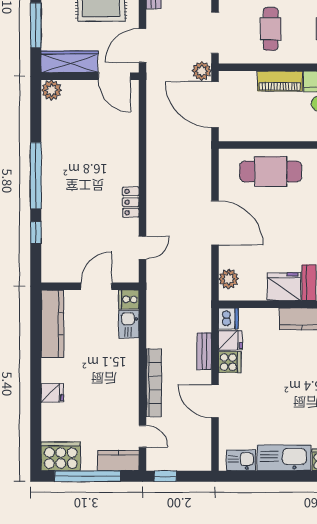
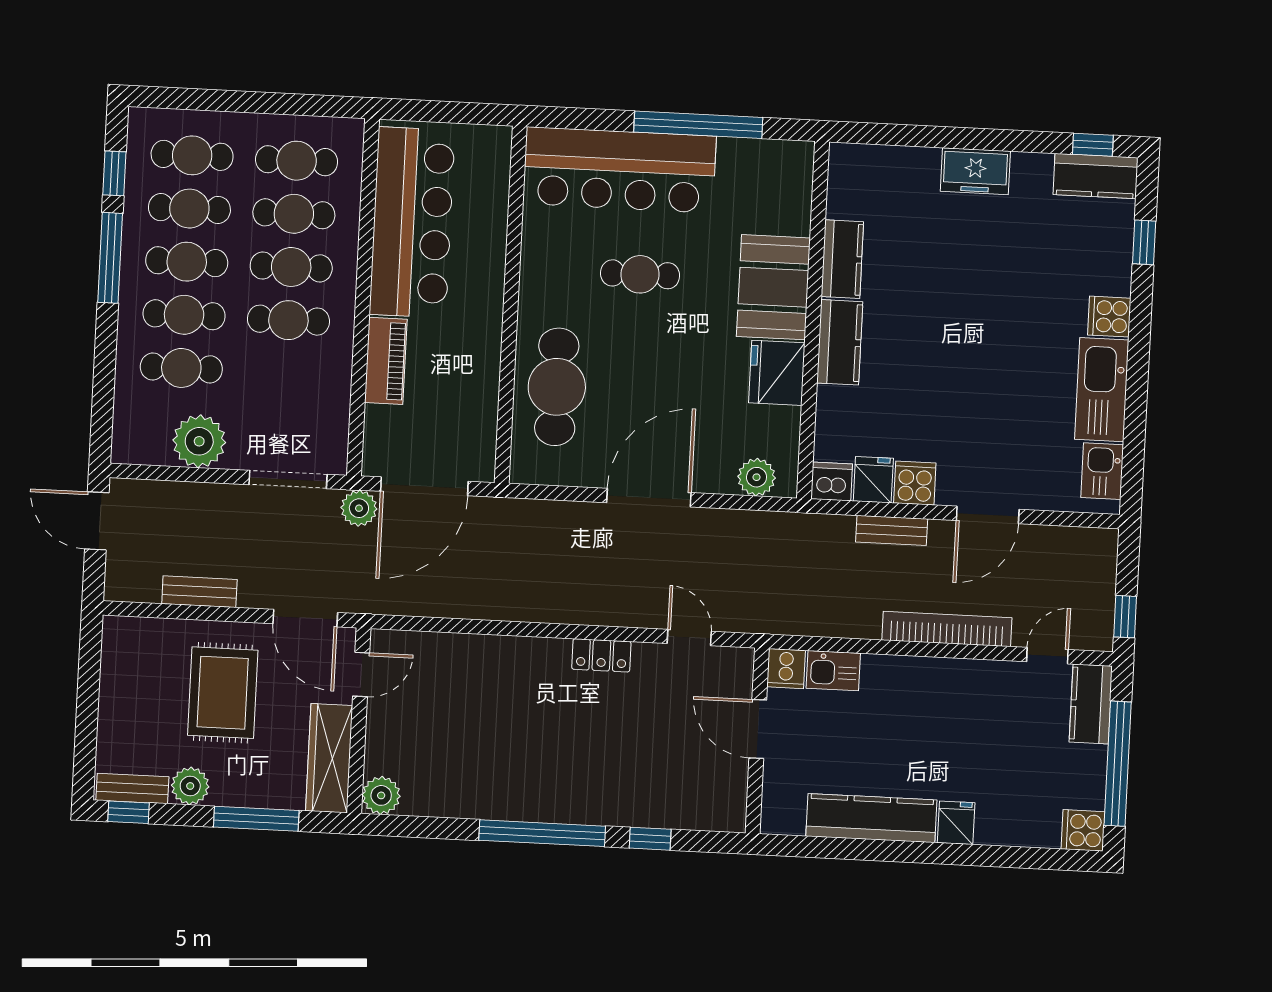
cafe table: (271, 29) -> (288, 320), moved
door: (114, 76) -> (361, 674), width x0.73
kitchen counter: (53, 324) -> (871, 818), moved
cooker: (61, 456) -> (1083, 830), width x0.53, depth x0.76

